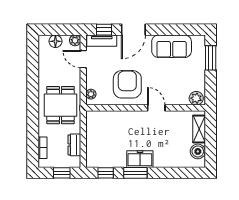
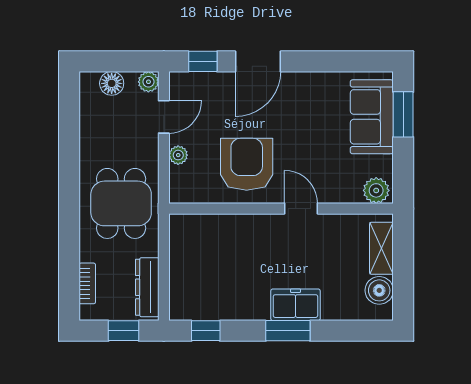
tv unit: (102, 41) -> (199, 82), removed
sofa: (172, 46) -> (372, 117), moved, turned 90
door: (83, 59) -> (164, 117), swing flipped
plant: (91, 94) -> (178, 155), moved
dresser: (74, 145) -> (147, 287), width x1.44
freezer: (140, 159) -> (295, 305), moved
window: (135, 173) -> (288, 331), moved

